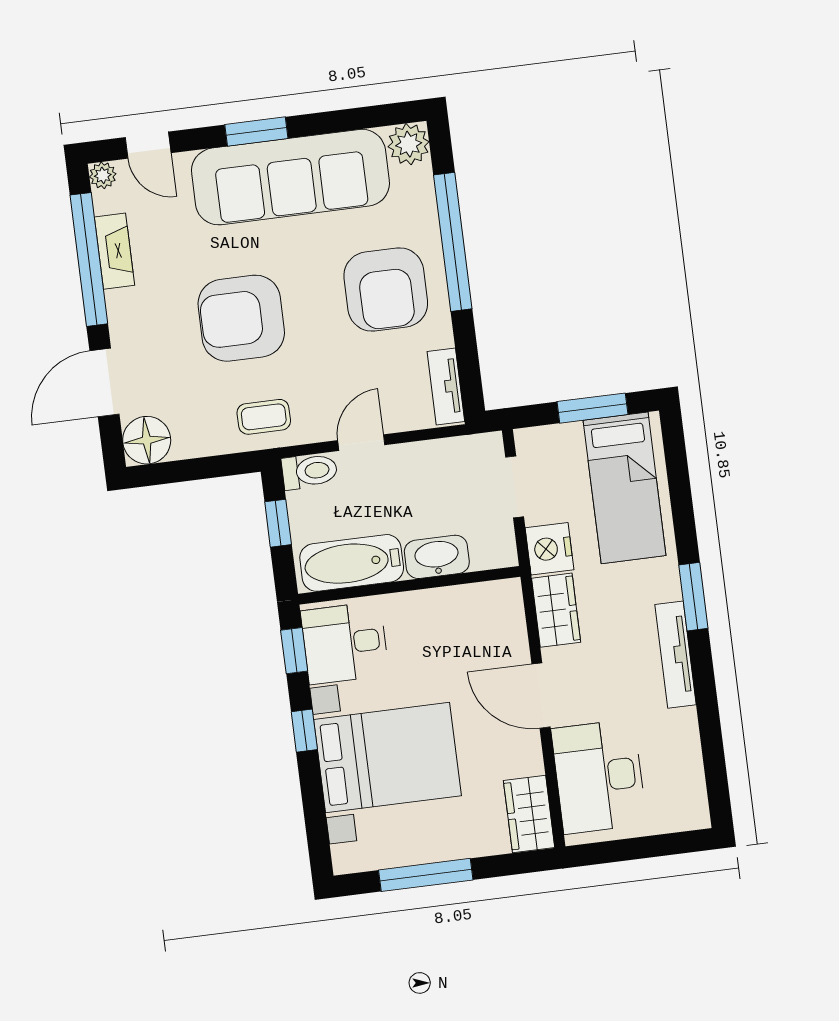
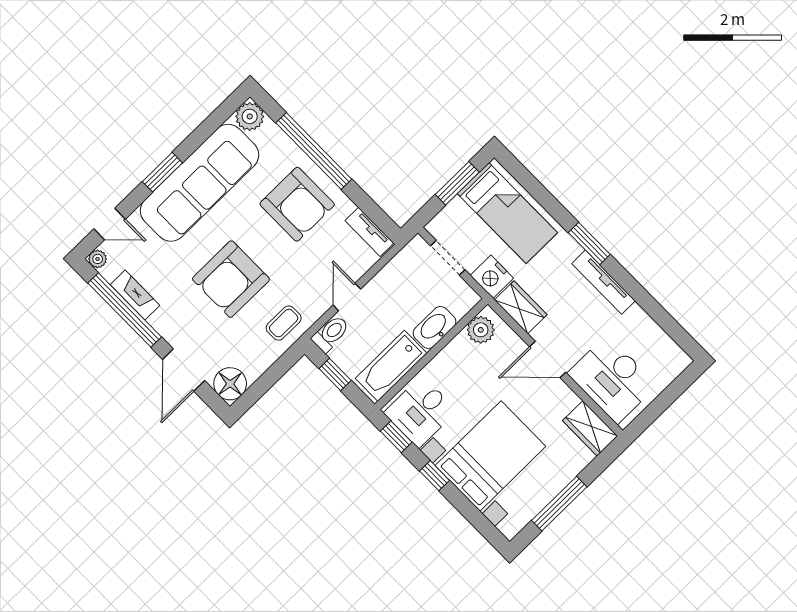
plant: (489, 601) -> (481, 330), added

